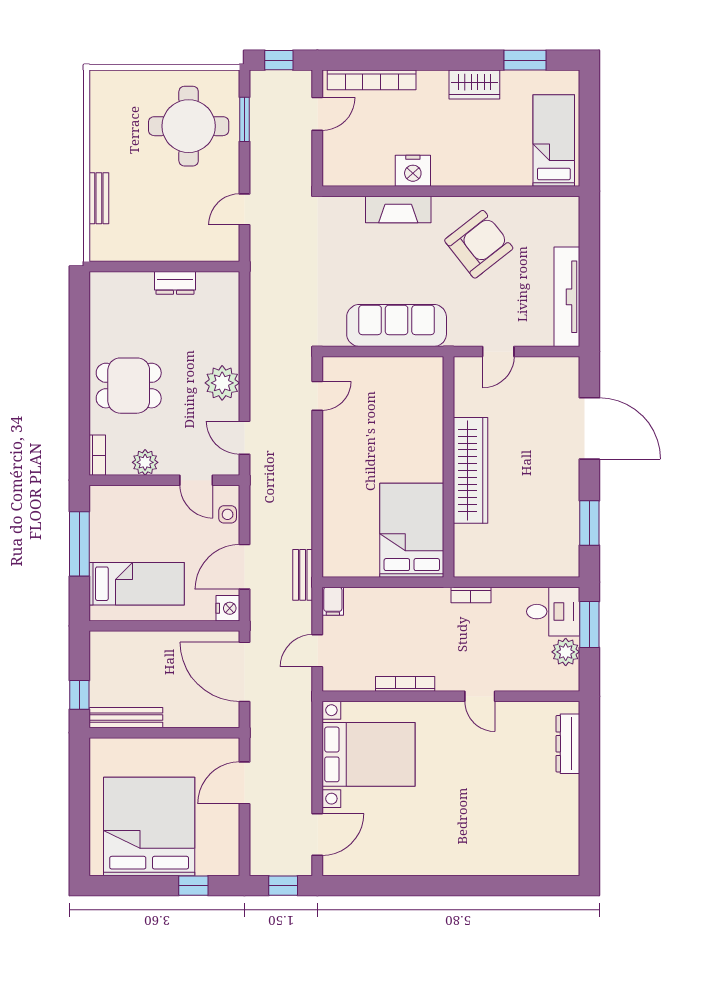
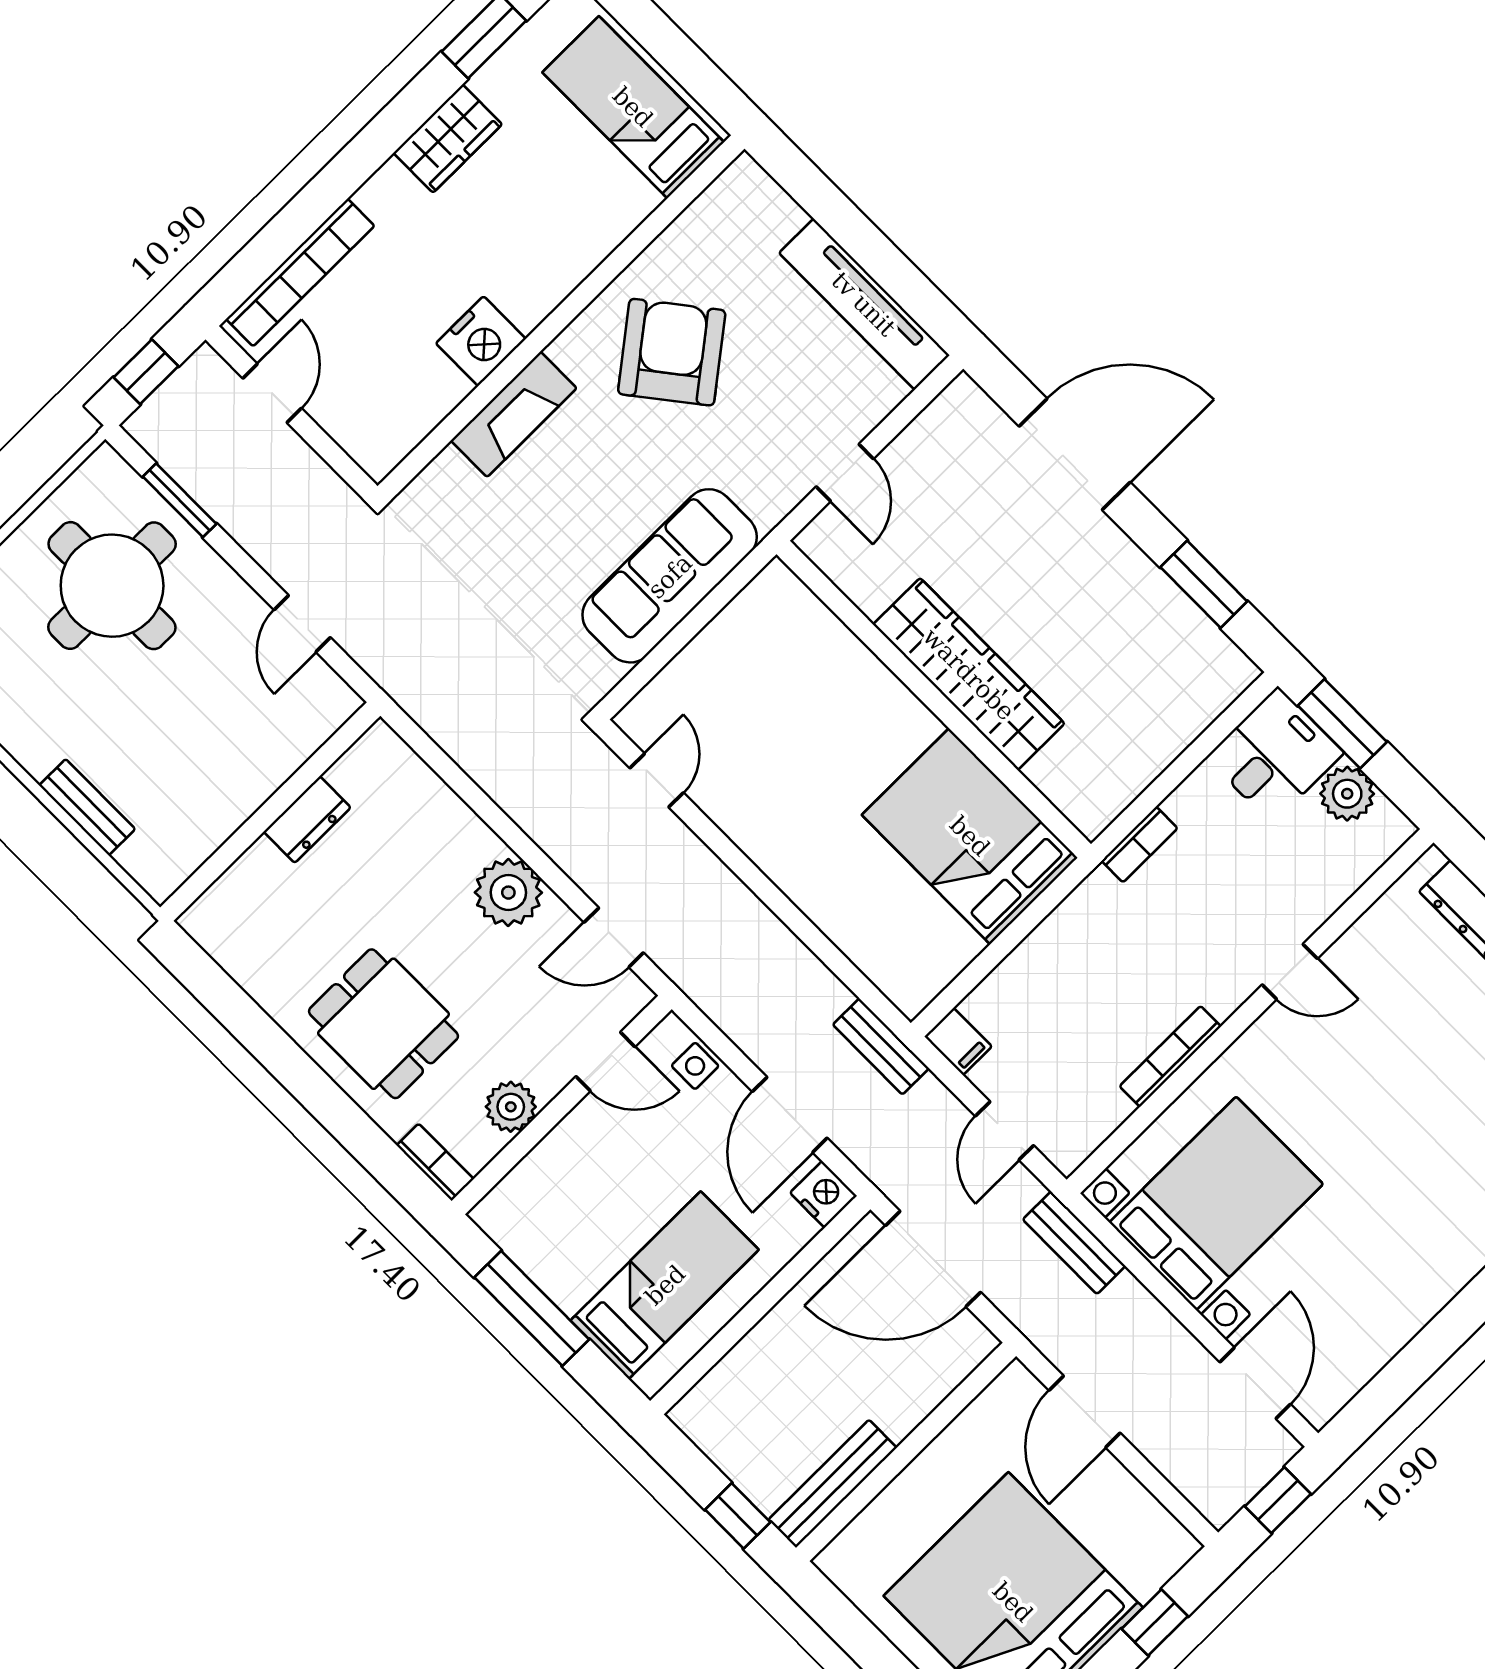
dining table: (129, 386) -> (383, 1024), turned 90
bench: (302, 717) -> (1074, 1243), added

